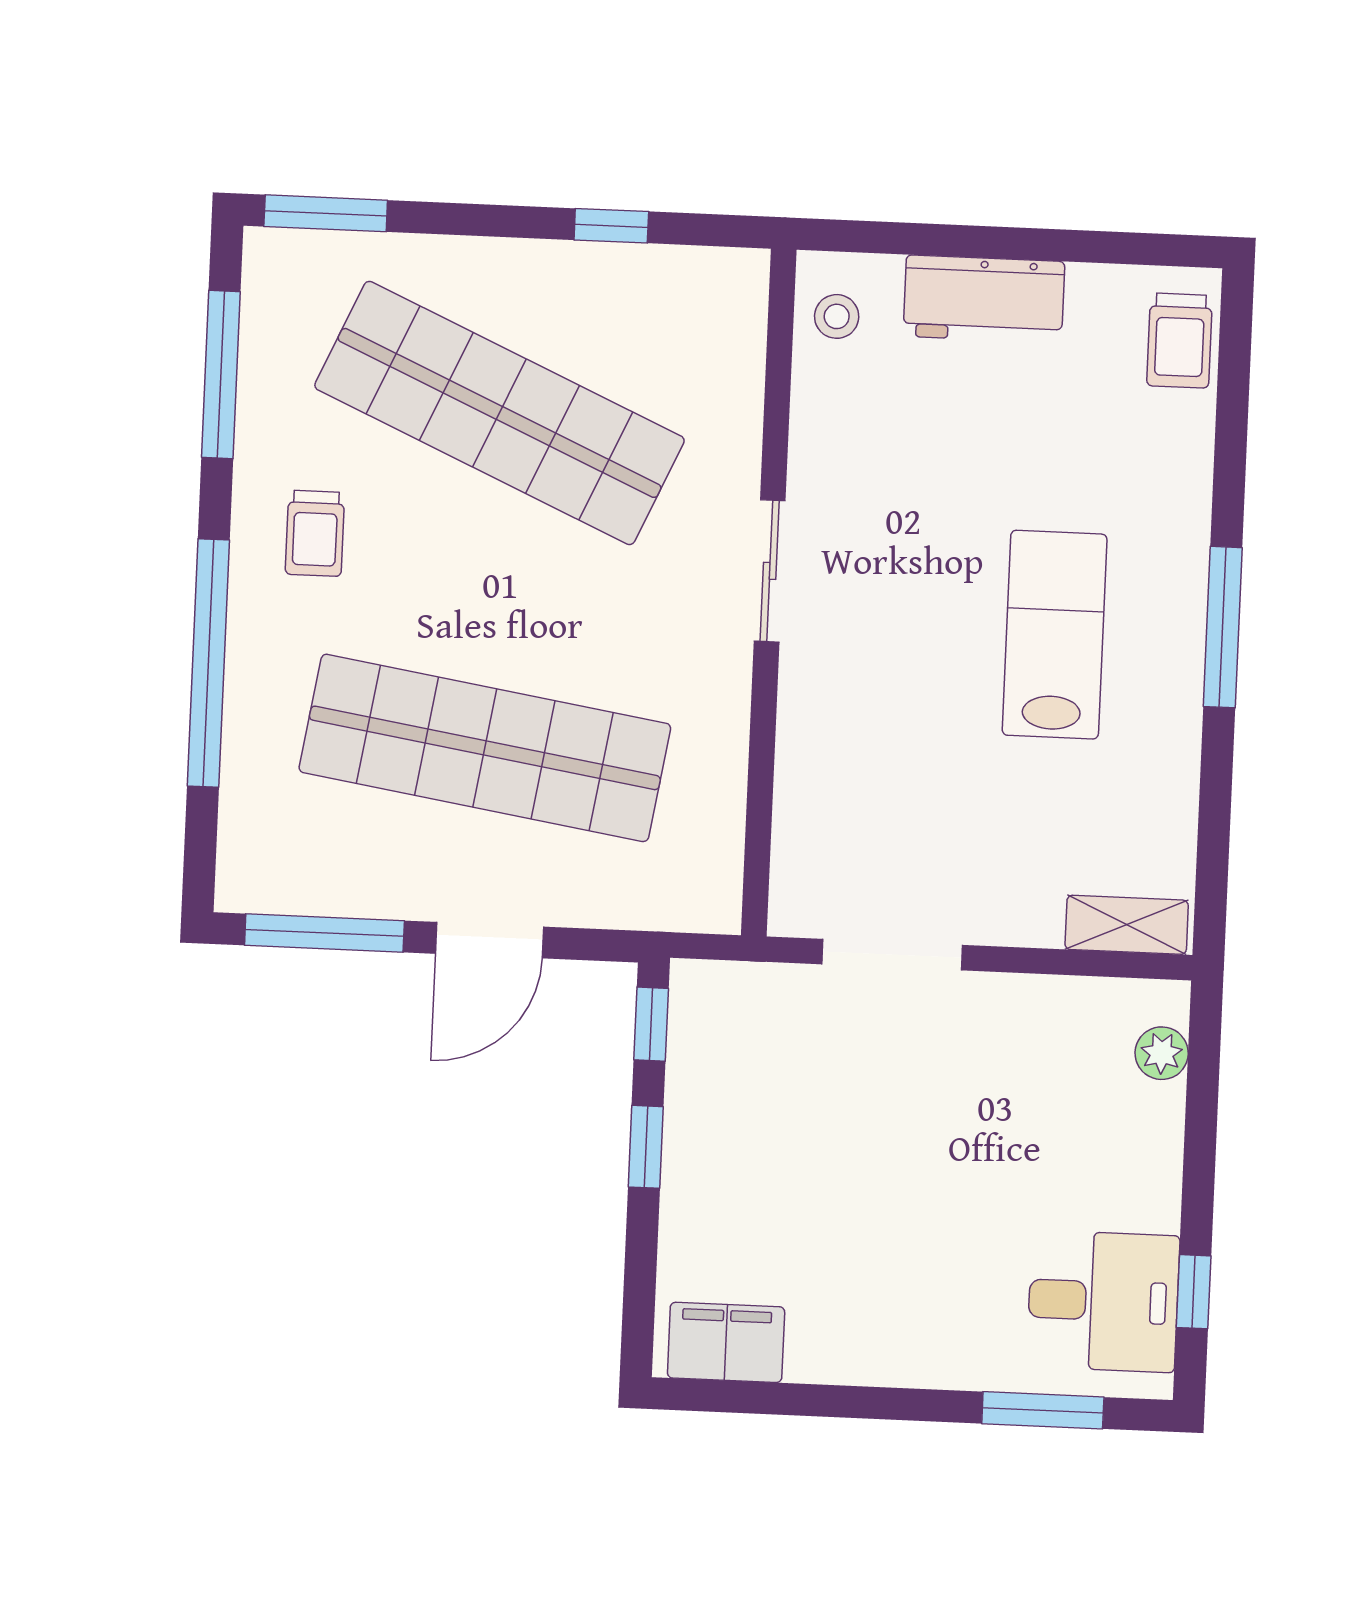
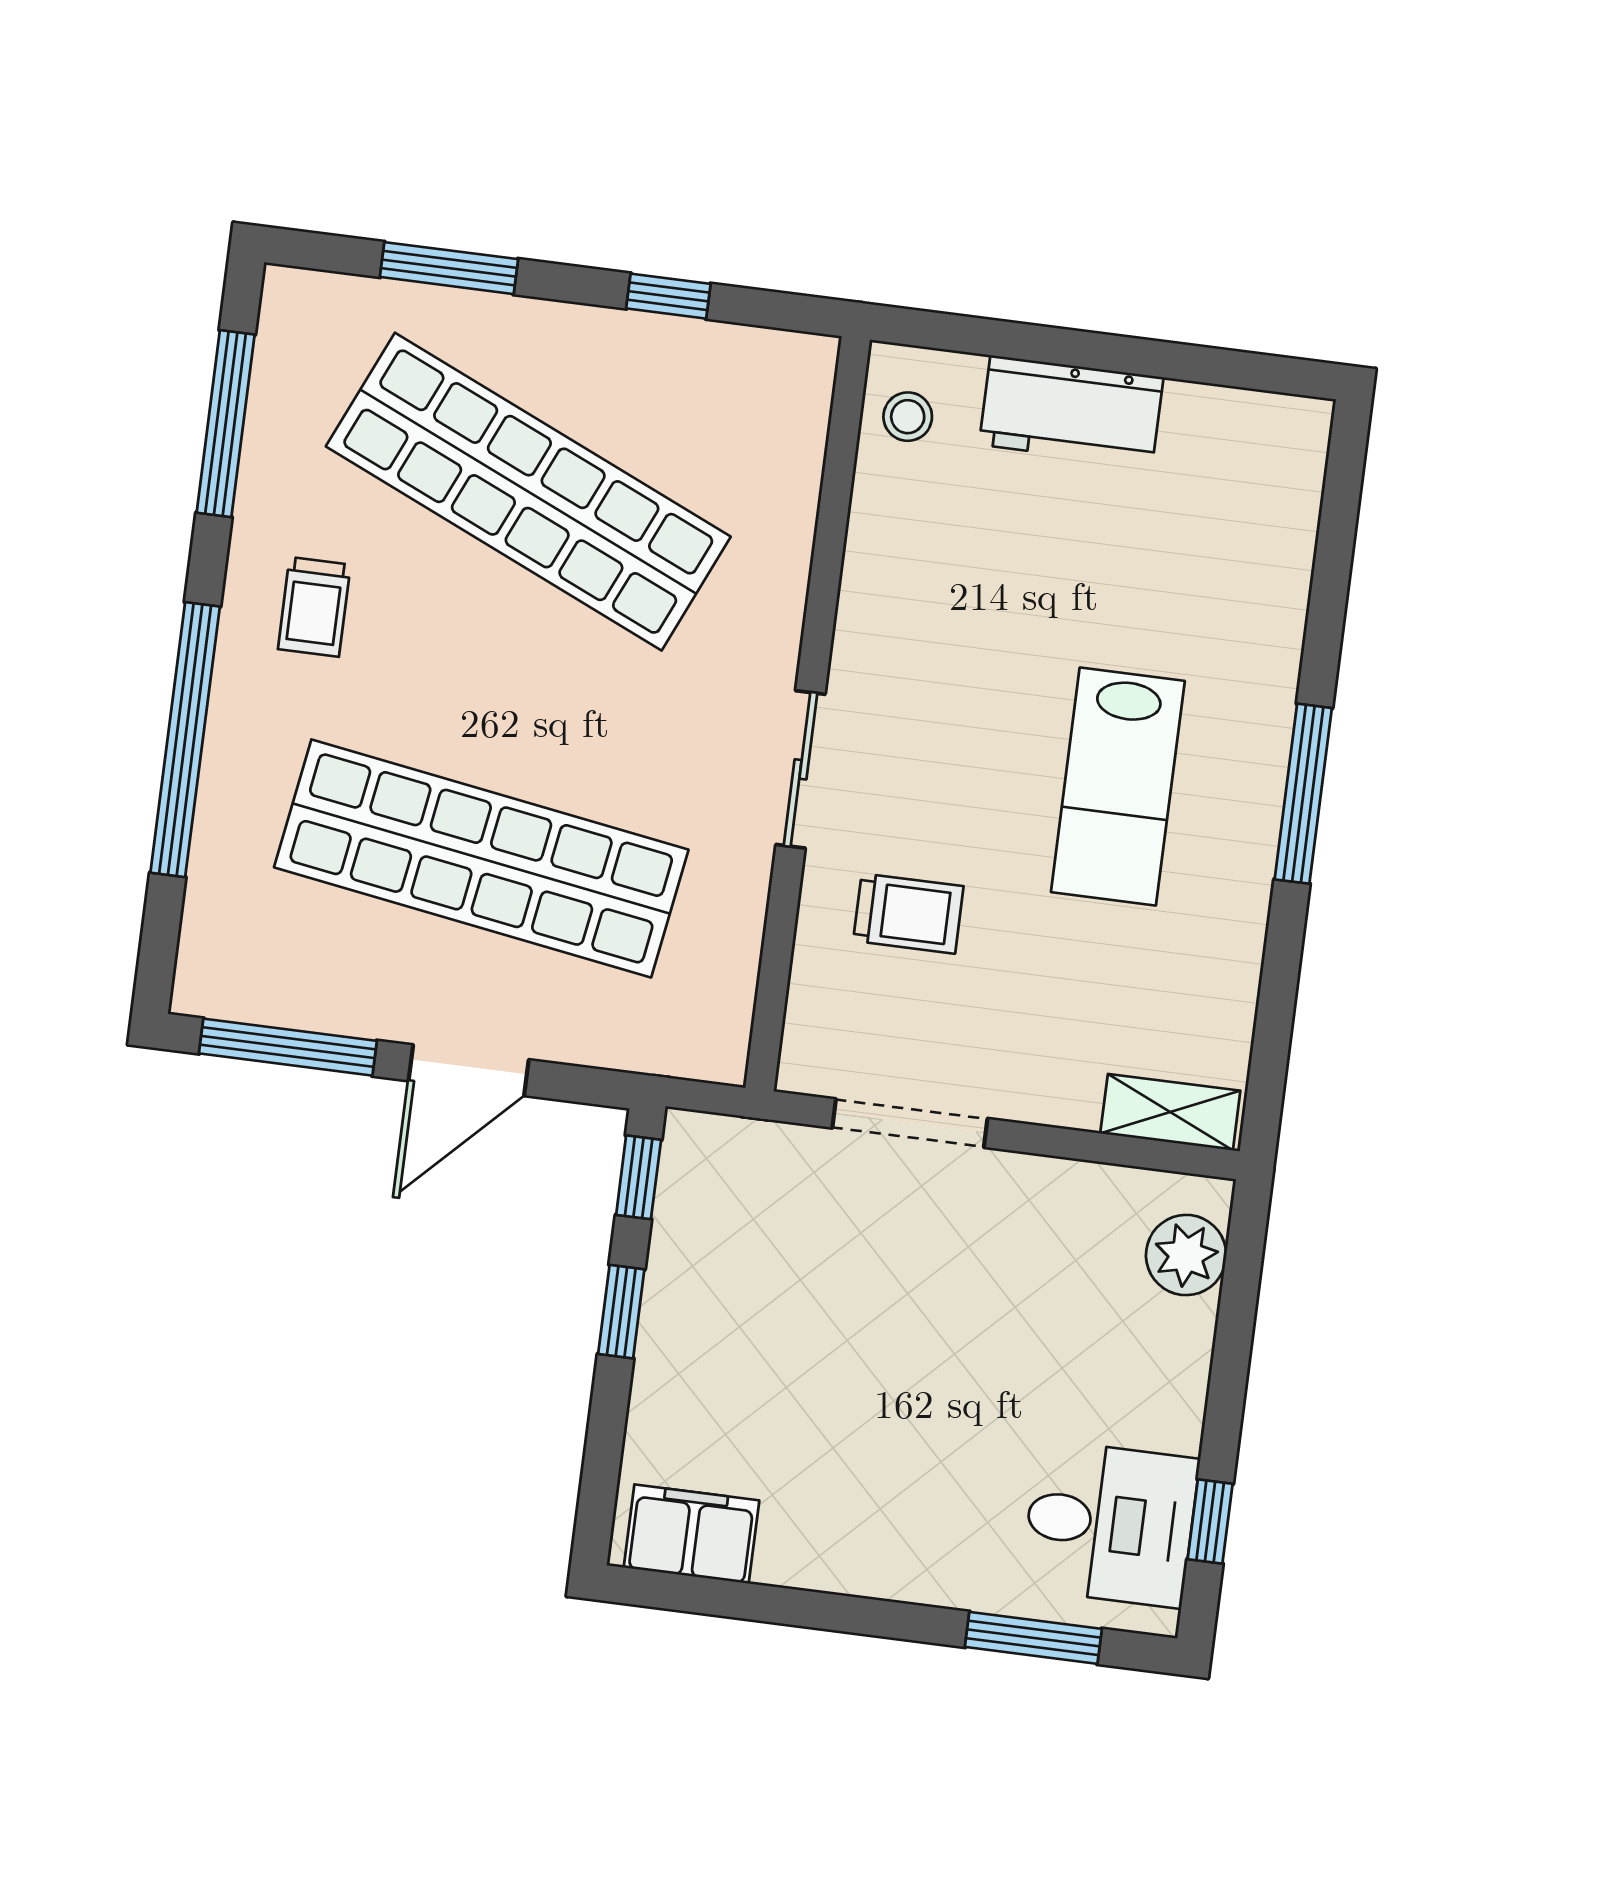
window: (326, 213) -> (449, 268), moved
trolley: (1179, 341) -> (908, 913), moved, turned -90
sliding door: (770, 571) -> (800, 769), moved
lab bench: (1055, 635) -> (1118, 786), turned 180
plant: (1162, 1053) -> (1186, 1255), width x1.38, depth x1.38

